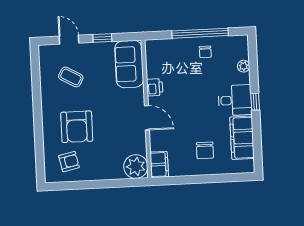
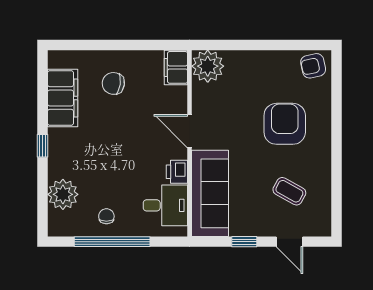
sofa: (129, 64) -> (210, 193), width x1.36
plant: (244, 66) -> (63, 194), width x1.88, depth x1.88
desk: (235, 100) -> (165, 205), moved, turned 180
chair: (205, 150) -> (113, 83), turned -82
armchair: (69, 162) -> (313, 66), moved

